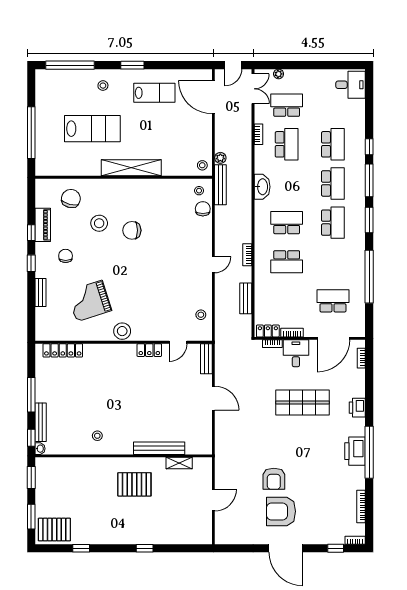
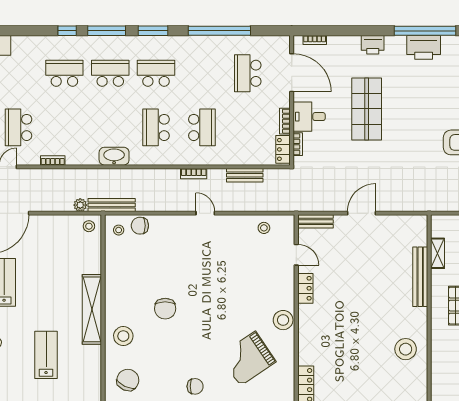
lab bench: (92, 129) -> (46, 355), width x0.73, depth x0.72
school desk: (287, 144) -> (64, 127), removed
chair: (71, 199) -> (128, 380), turned 101
stool: (99, 223) -> (123, 336), moved
chair: (66, 256) -> (195, 386), turned 180
grand piano: (89, 301) -> (248, 358), turned 74
stool: (97, 436) -> (406, 349), width x1.89, depth x1.89

